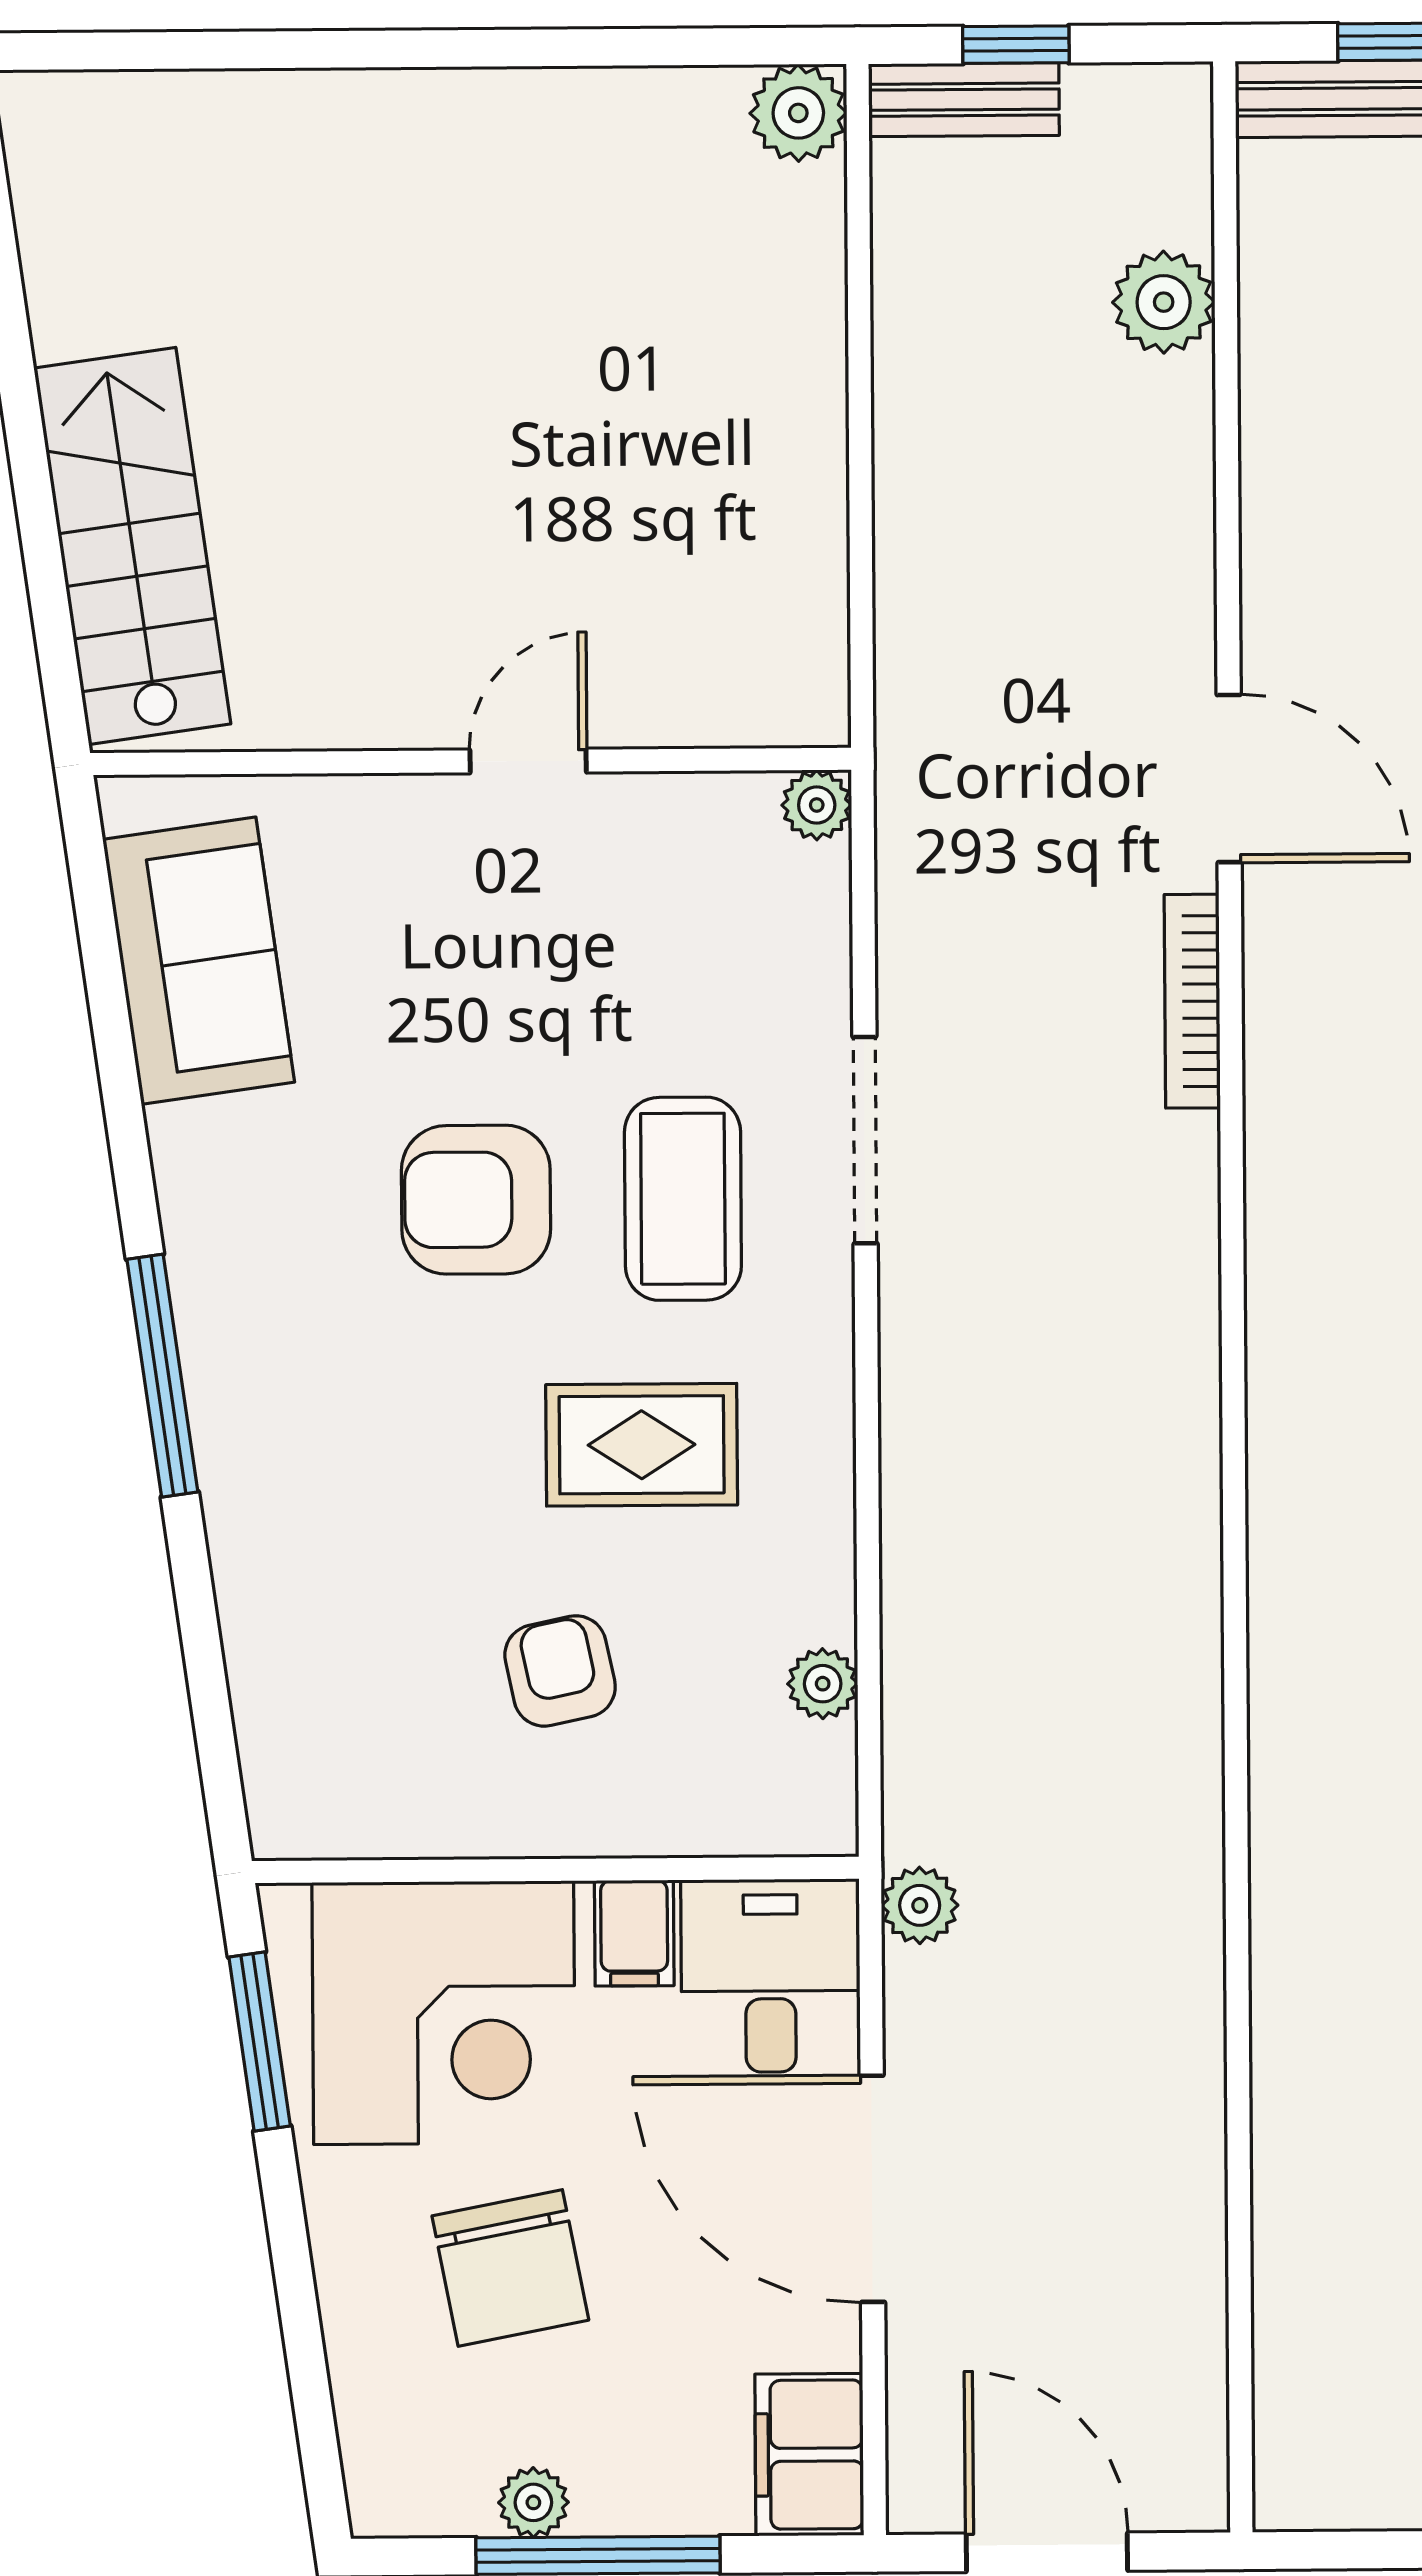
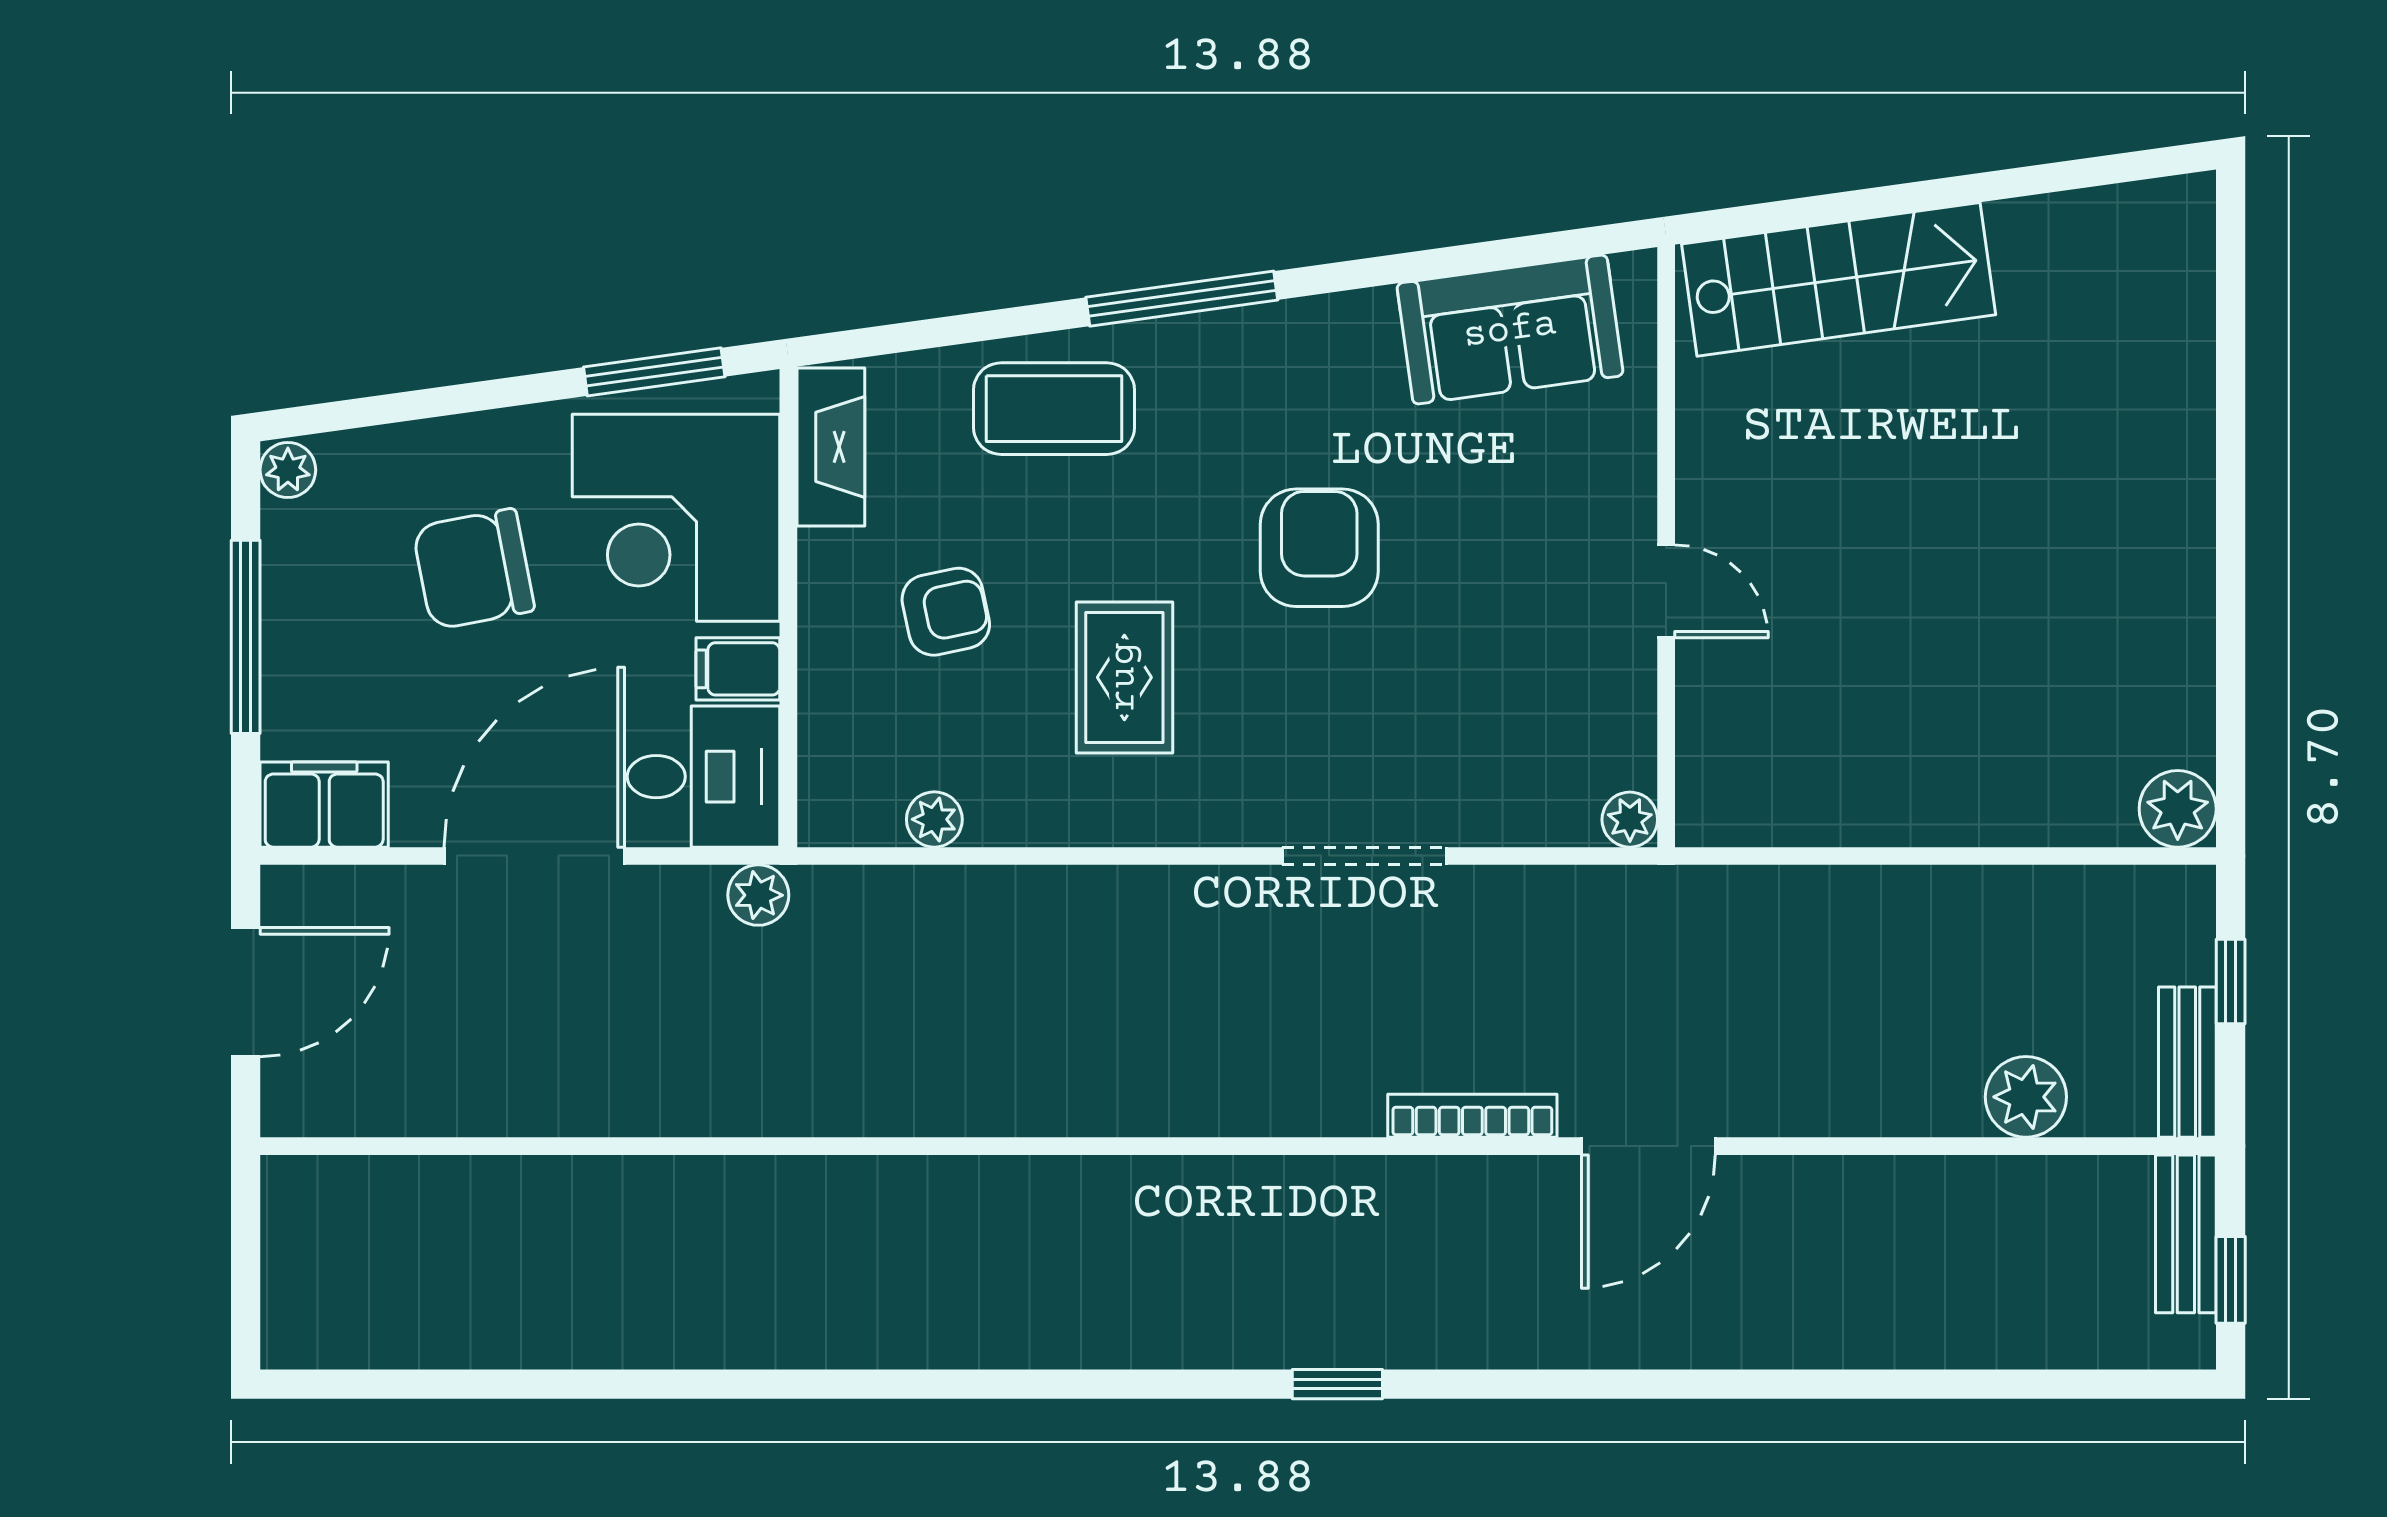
bench: (964, 100) -> (2187, 1062), moved
coffee table: (683, 1199) -> (1054, 409), moved
fireplace: (353, 1818) -> (831, 447), added
plant: (533, 2502) -> (288, 470), moved

